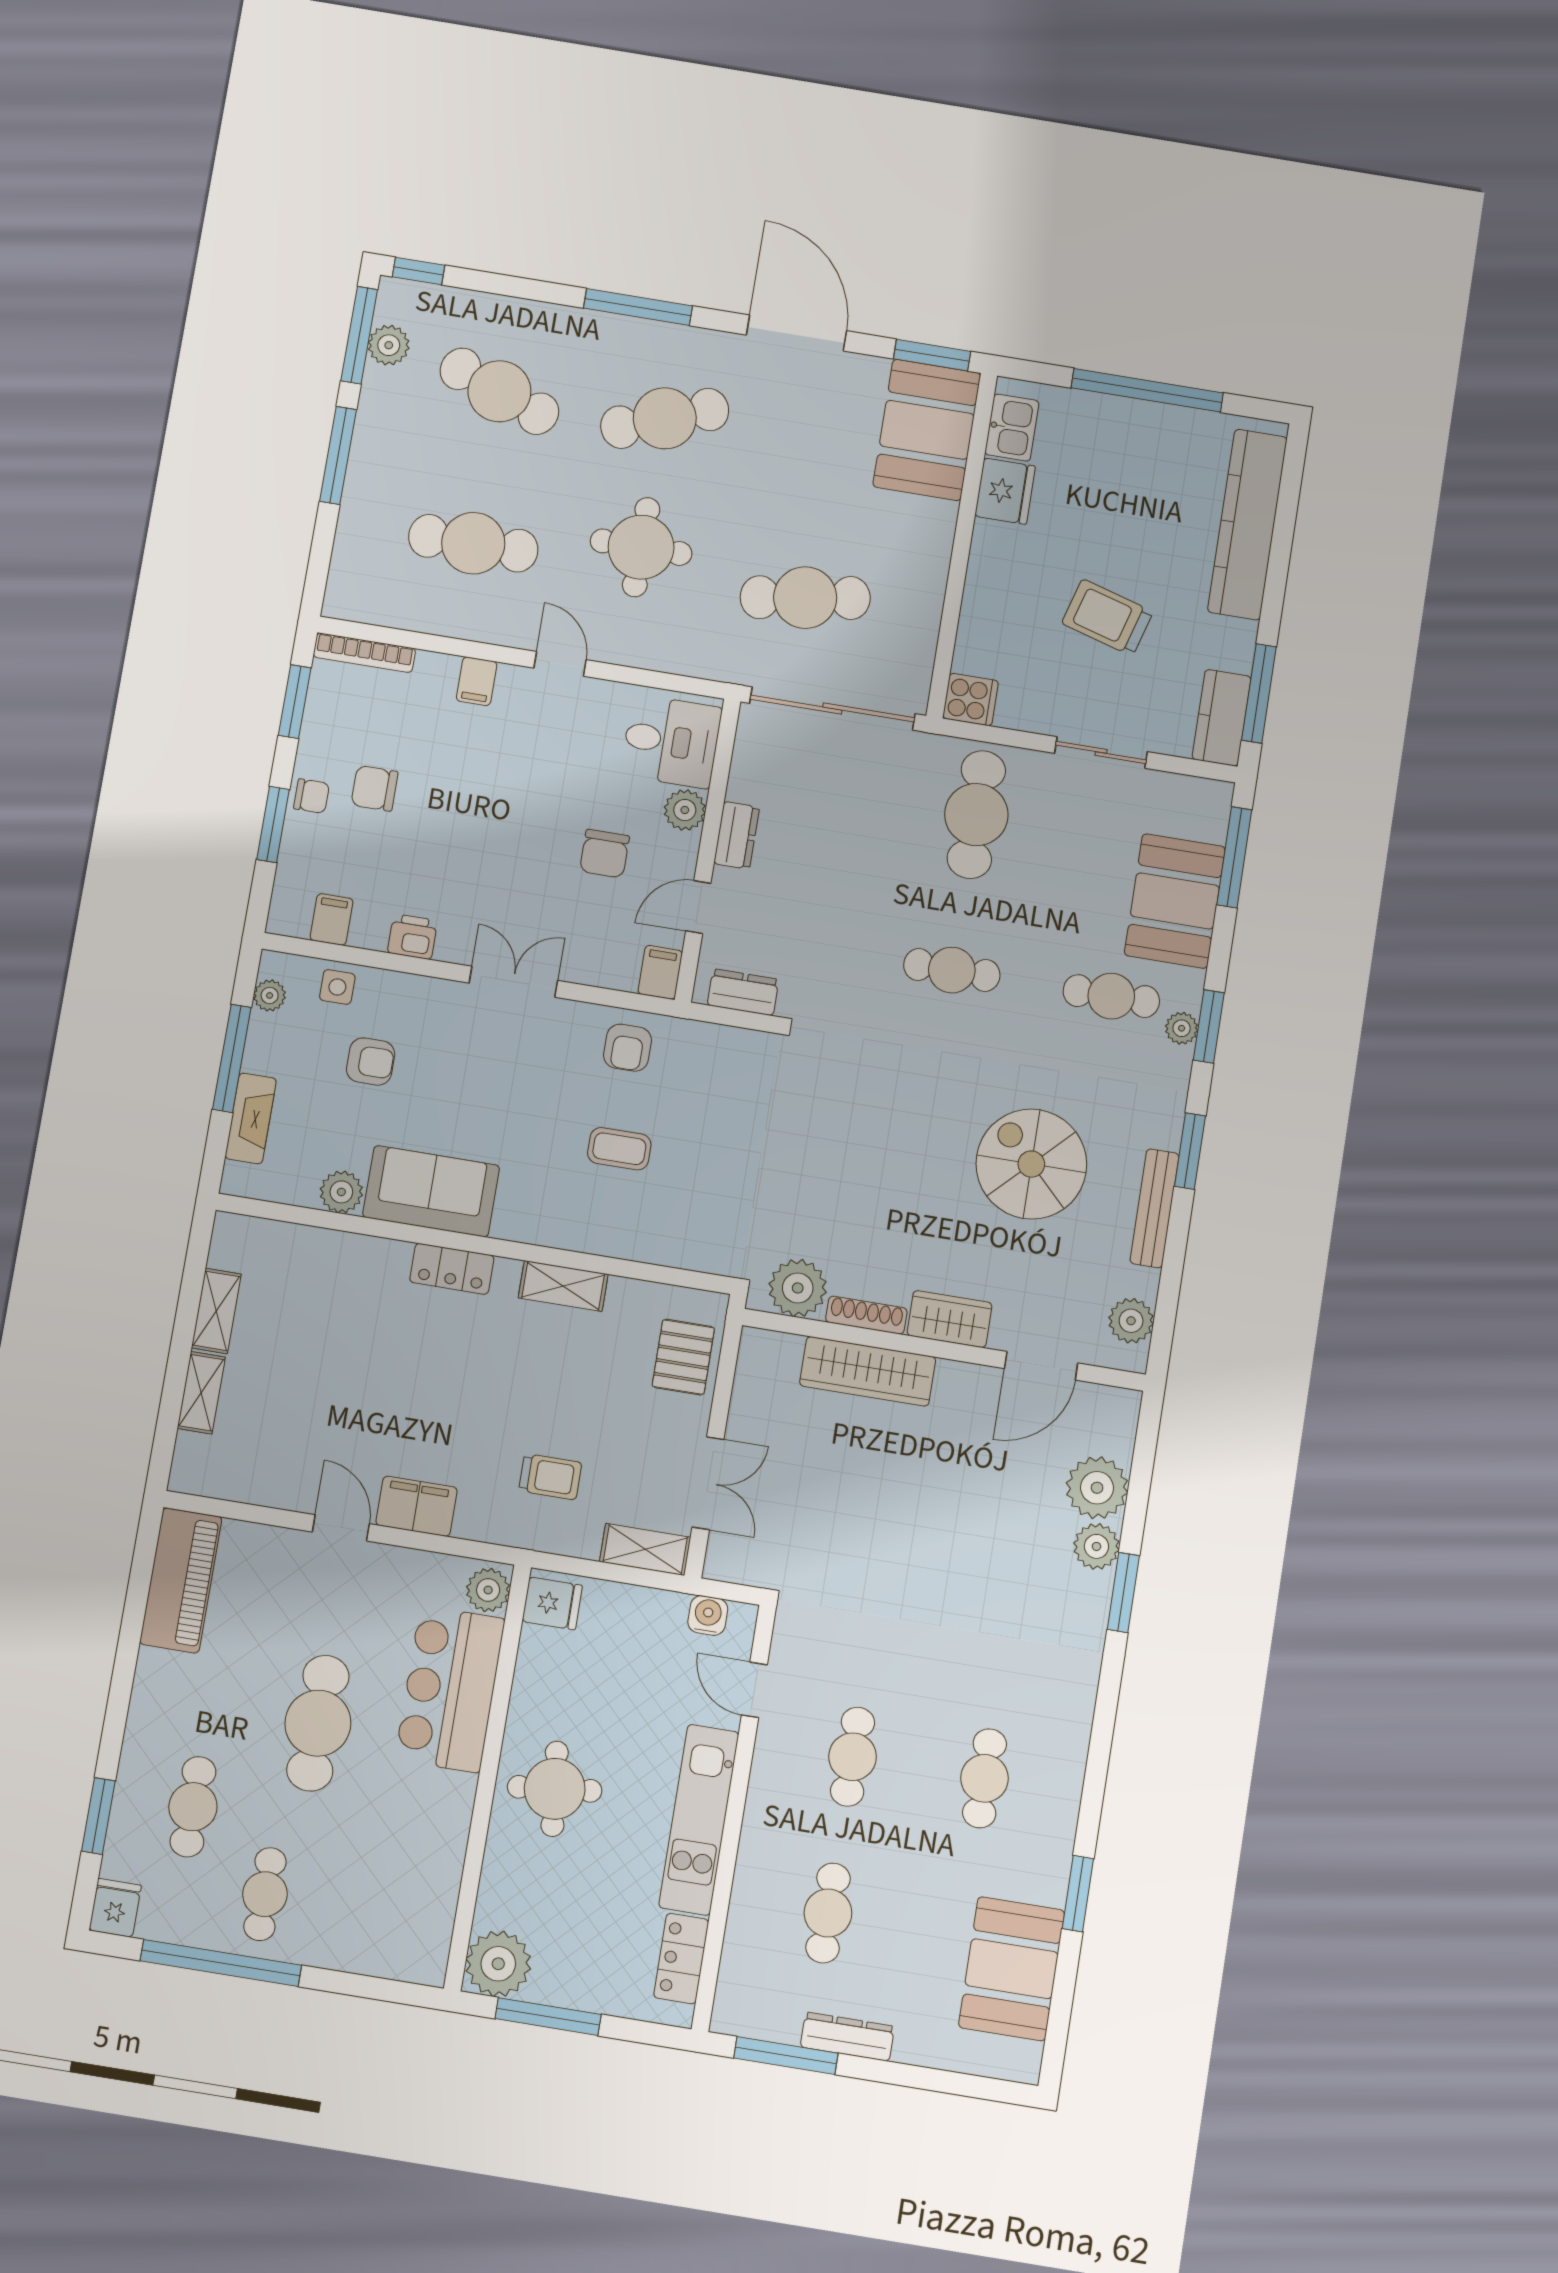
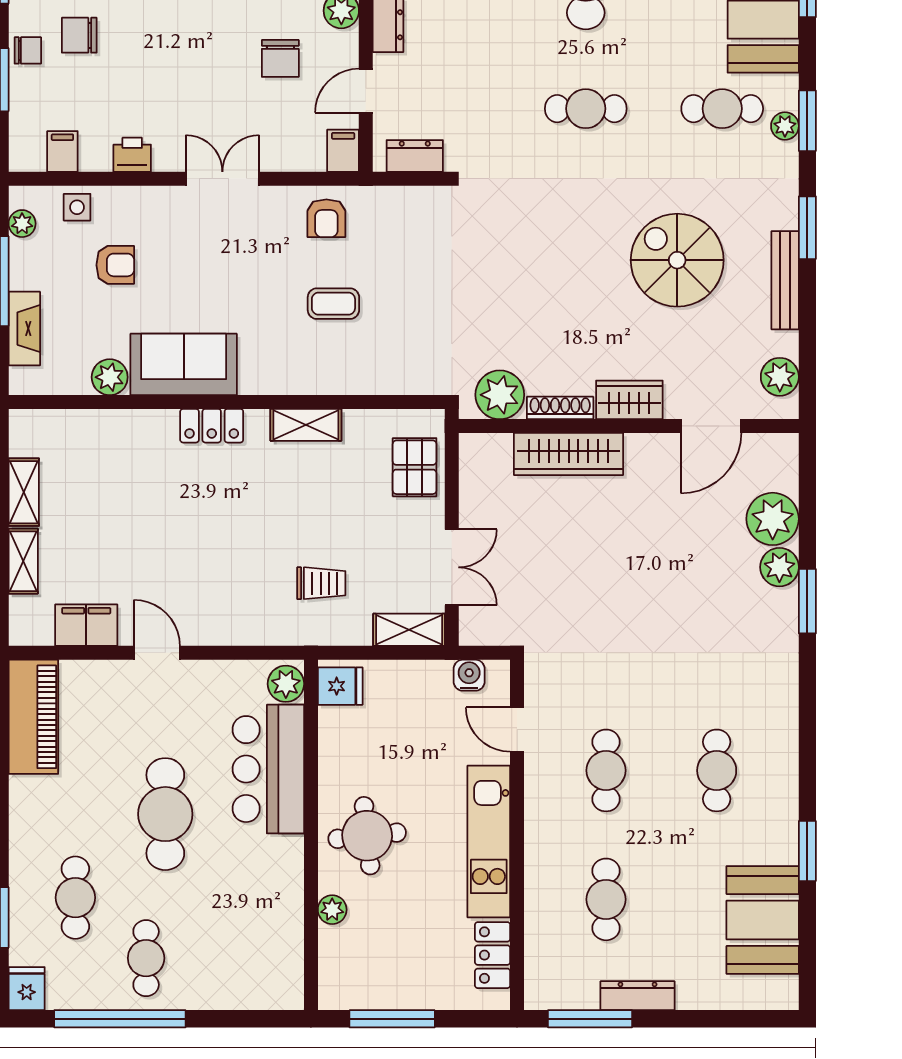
filing cabinet: (417, 1506) -> (86, 625), moved
plant: (498, 1964) -> (332, 910), moved, width x0.53, depth x0.53

